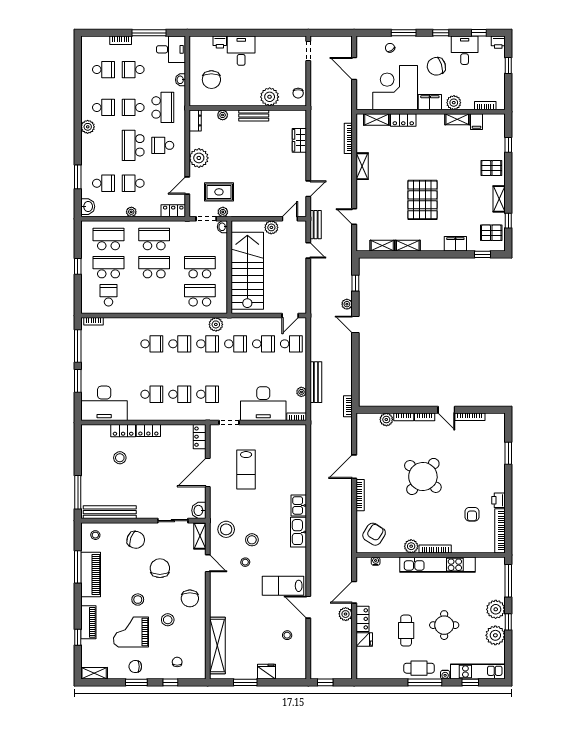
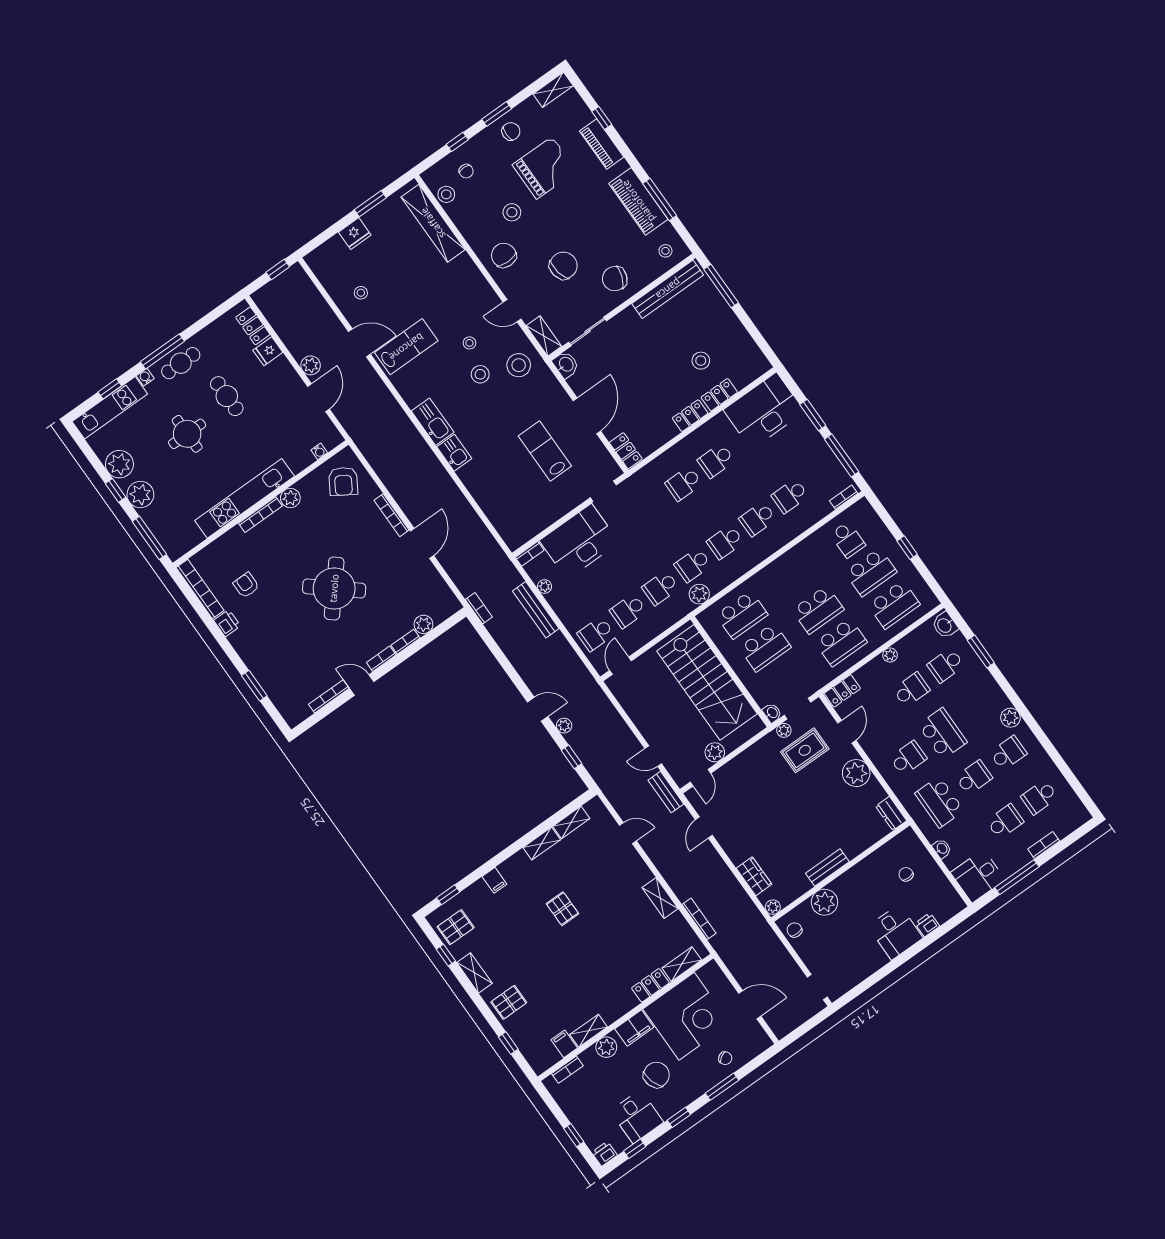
chair: (211, 80) -> (906, 874), width x0.54, depth x0.54
school desk: (104, 107) -> (1008, 753), turned 180
plant: (223, 115) -> (773, 907), moved
pallet: (422, 200) -> (562, 909), width x0.49, depth x0.50
filing cabinet: (455, 244) -> (494, 880), width x0.50
school desk: (208, 394) -> (790, 496), moved
chair: (160, 568) -> (563, 266), turned -100
stool: (138, 600) -> (446, 194), moved
locker: (363, 619) -> (253, 326), moved

